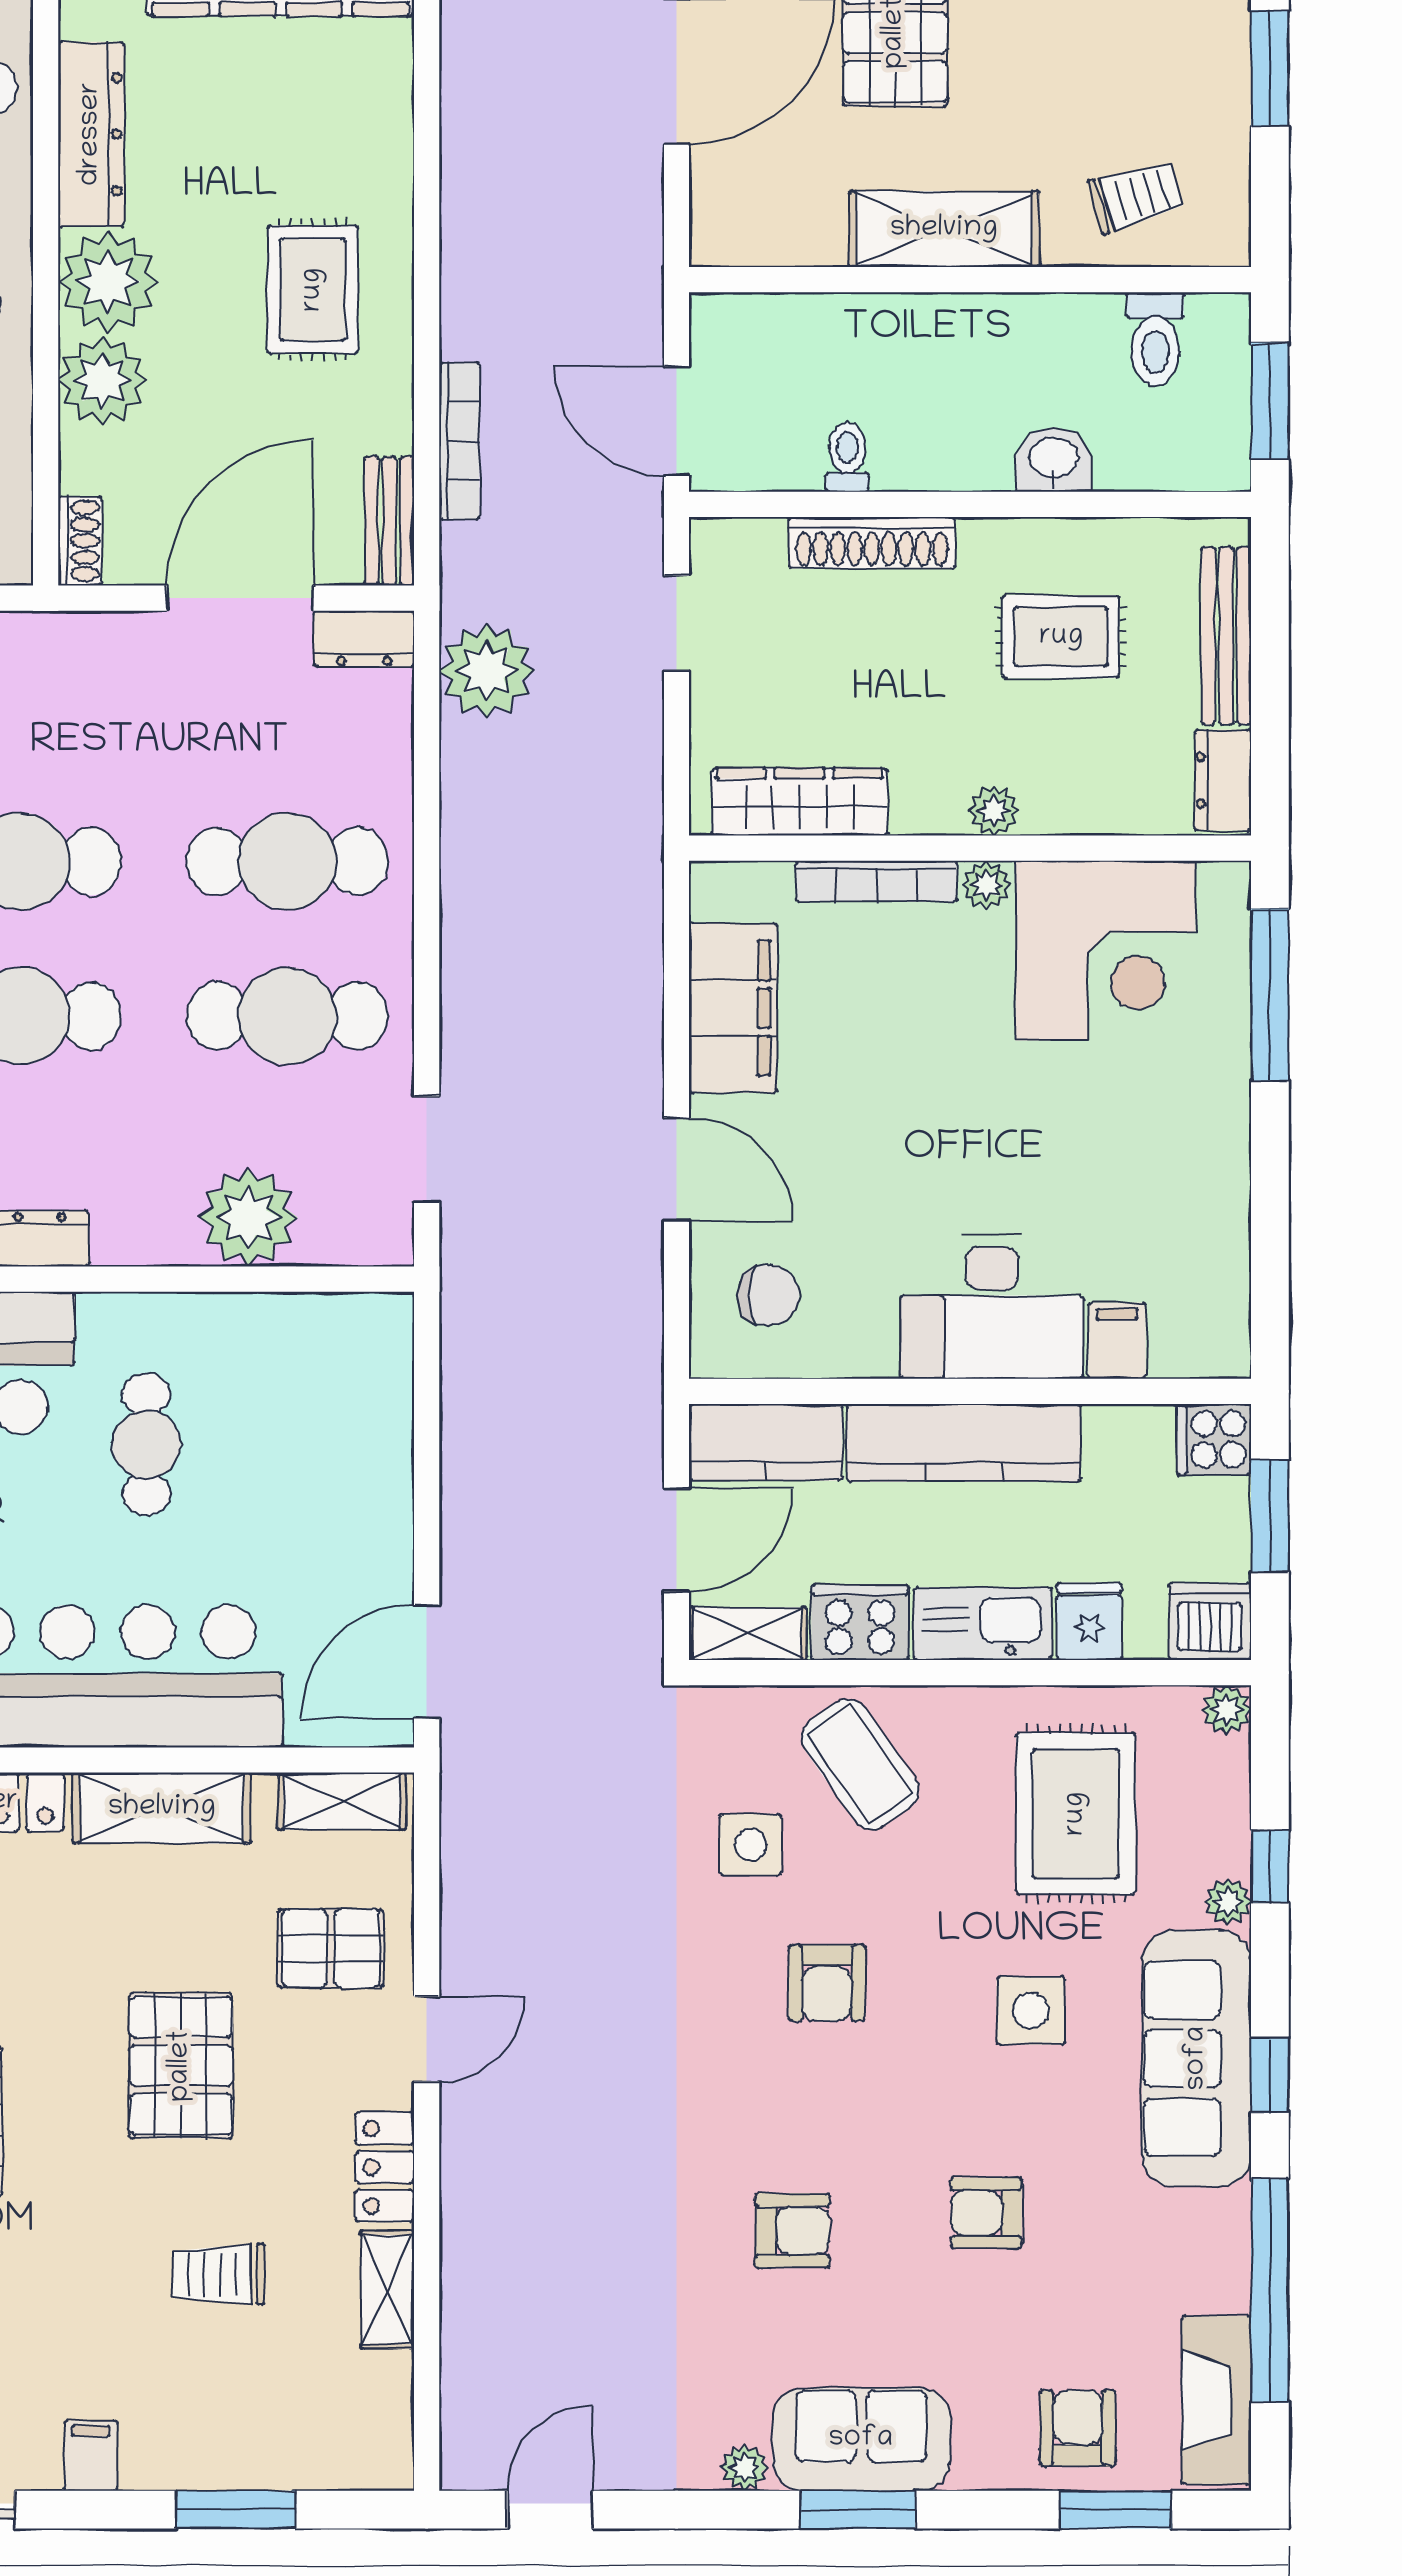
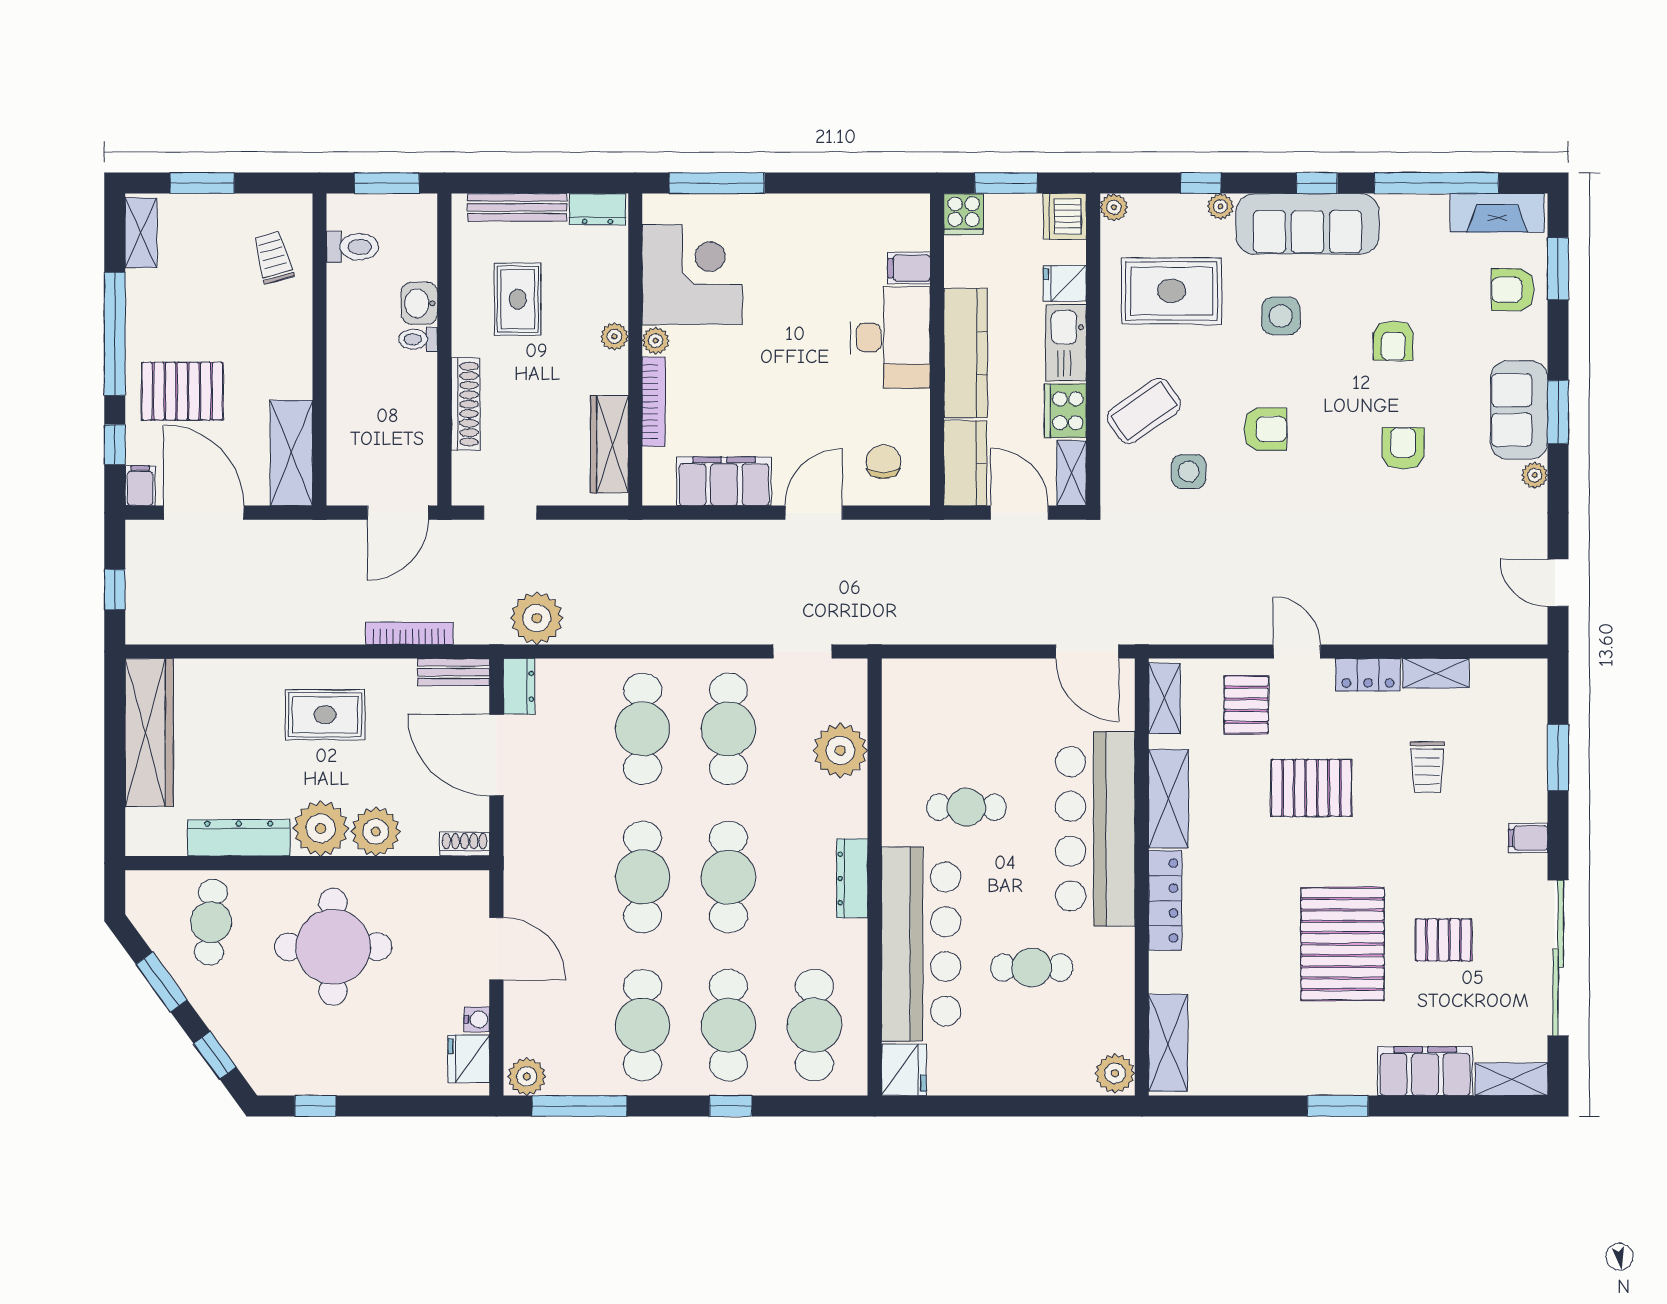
shelving: (944, 229) -> (291, 453), moved
toilet: (847, 457) -> (418, 339), moved

